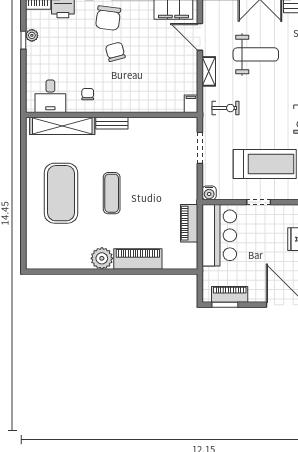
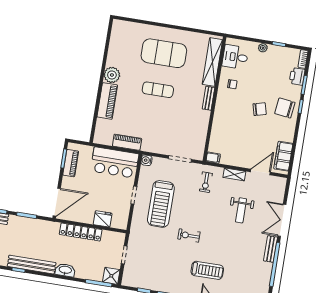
plant: (32, 35) -> (263, 48), moved
weight bench: (256, 54) -> (241, 210), width x0.73, depth x0.75

